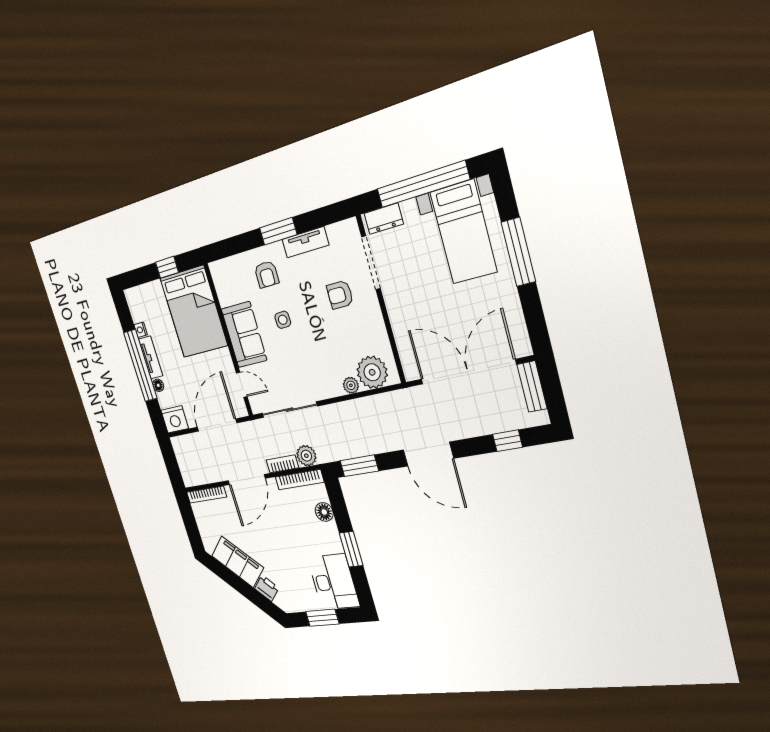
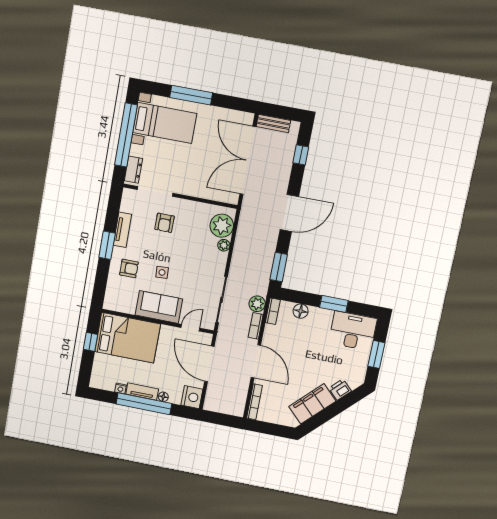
bookcase: (300, 480) -> (273, 311), width x0.64

